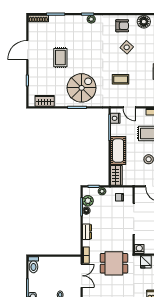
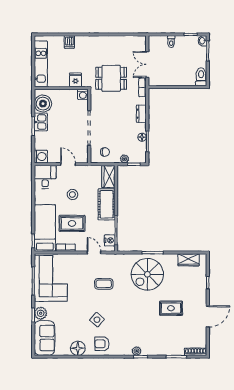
rug: (60, 58) -> (171, 308), turned 90
plant: (88, 201) -> (140, 148), removed

